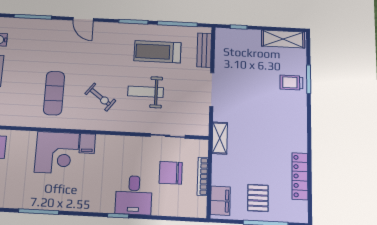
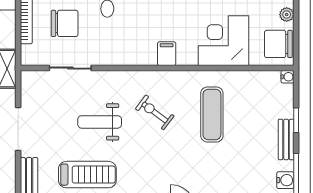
weight bench: (146, 92) -> (100, 122), turned 180
corner desk: (57, 153) -> (223, 41), moved

